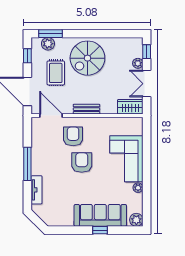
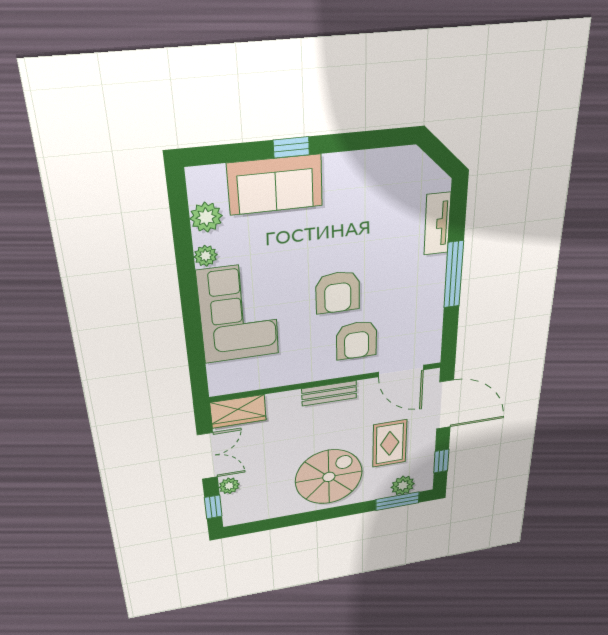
sofa: (100, 215) -> (275, 185), width x0.73
plant: (136, 220) -> (206, 217), moved

